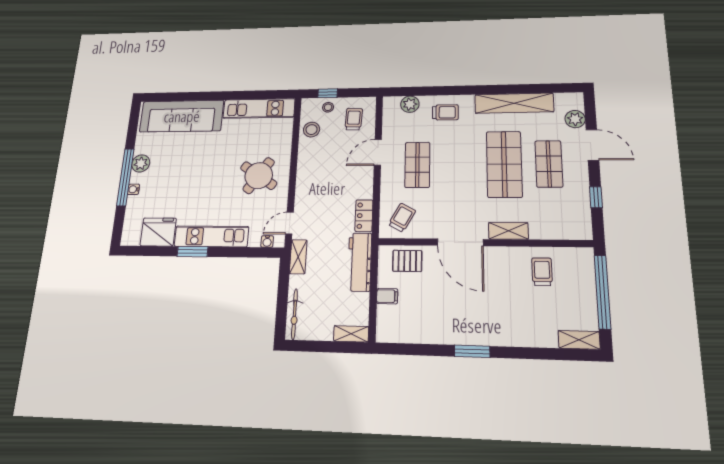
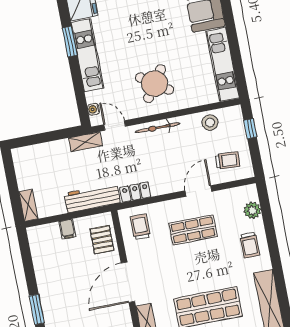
stool: (328, 107) -> (236, 133), removed
door: (378, 152) -> (198, 191), hinge flipped
trolley: (402, 218) -> (140, 227), turned -119
bicycle: (294, 314) -> (158, 128), moved

